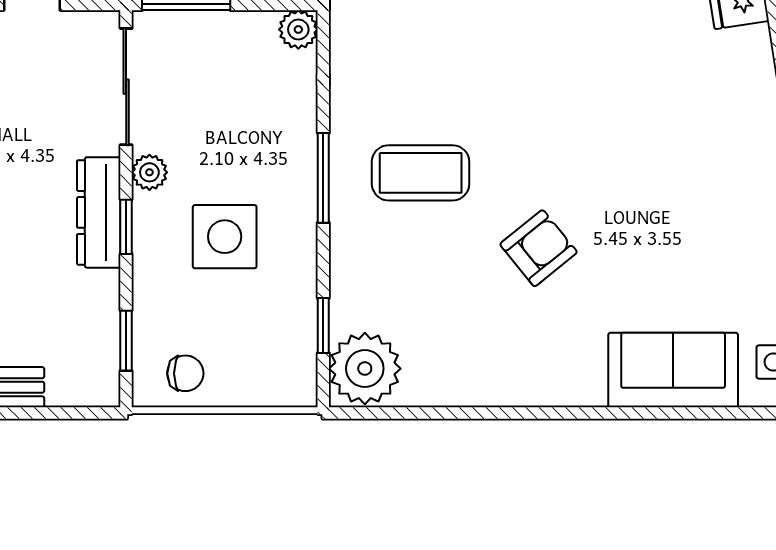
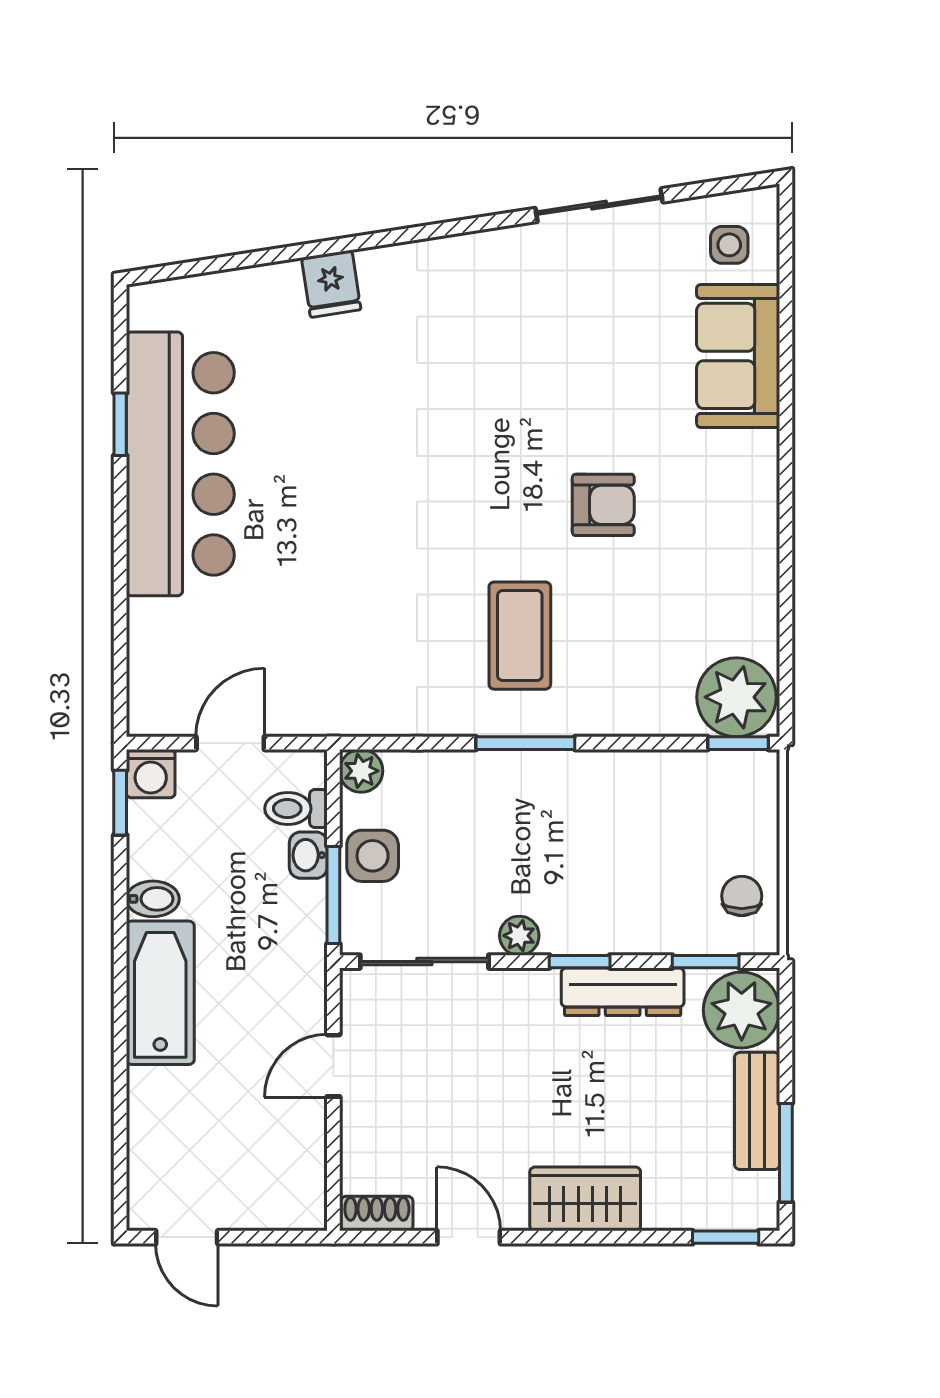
dresser: (99, 212) -> (623, 992), moved
side table: (225, 237) -> (373, 856), moved, width x0.73, depth x0.73
armchair: (539, 248) -> (603, 505), turned 129
window: (323, 326) -> (738, 743), moved
plant: (82, 373) -> (742, 1010), added

